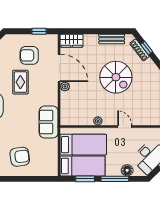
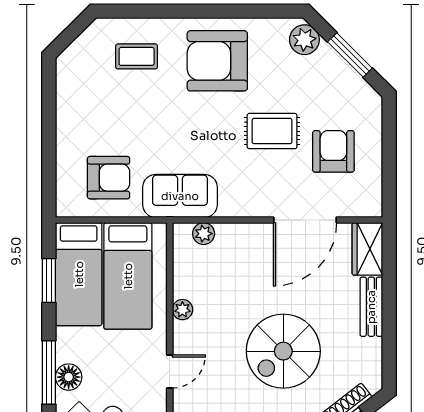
window: (39, 31) -> (389, 174), removed
bench: (112, 39) -> (371, 307), moved
plant: (65, 86) -> (204, 234), moved
armchair: (20, 157) -> (109, 178), moved, turned -82
window: (115, 179) -> (49, 372), moved

